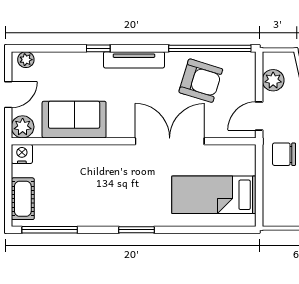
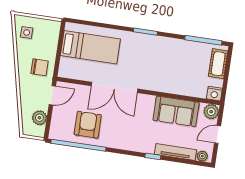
tv unit: (134, 60) -> (175, 152), moved
armchair: (201, 81) -> (88, 125), turned 73

